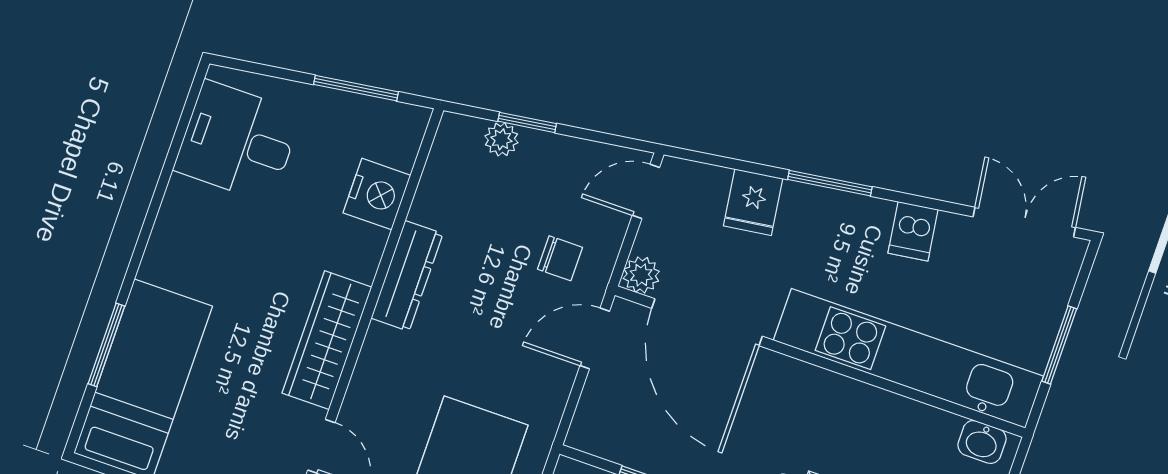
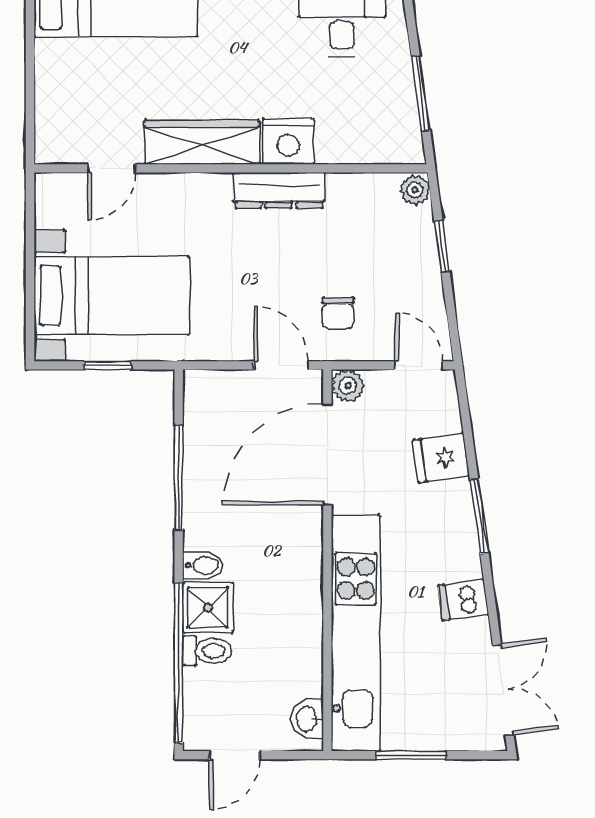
plant: (501, 139) -> (415, 190), moved
nightstand: (377, 194) -> (288, 141), moved

